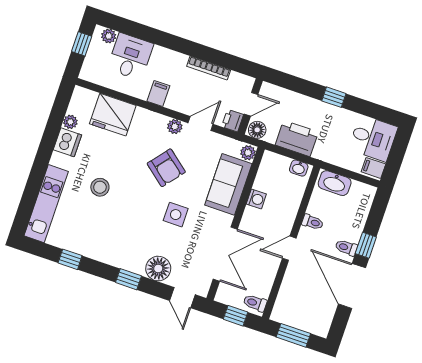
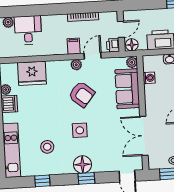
filing cabinet: (158, 94) -> (74, 46), moved
stool: (100, 187) -> (47, 147), moved
washing machine: (256, 199) -> (149, 78), moved
side table: (176, 215) -> (80, 130), moved
double door: (225, 254) -> (144, 136), swing flipped
floor lamp: (158, 269) -> (82, 164), moved

